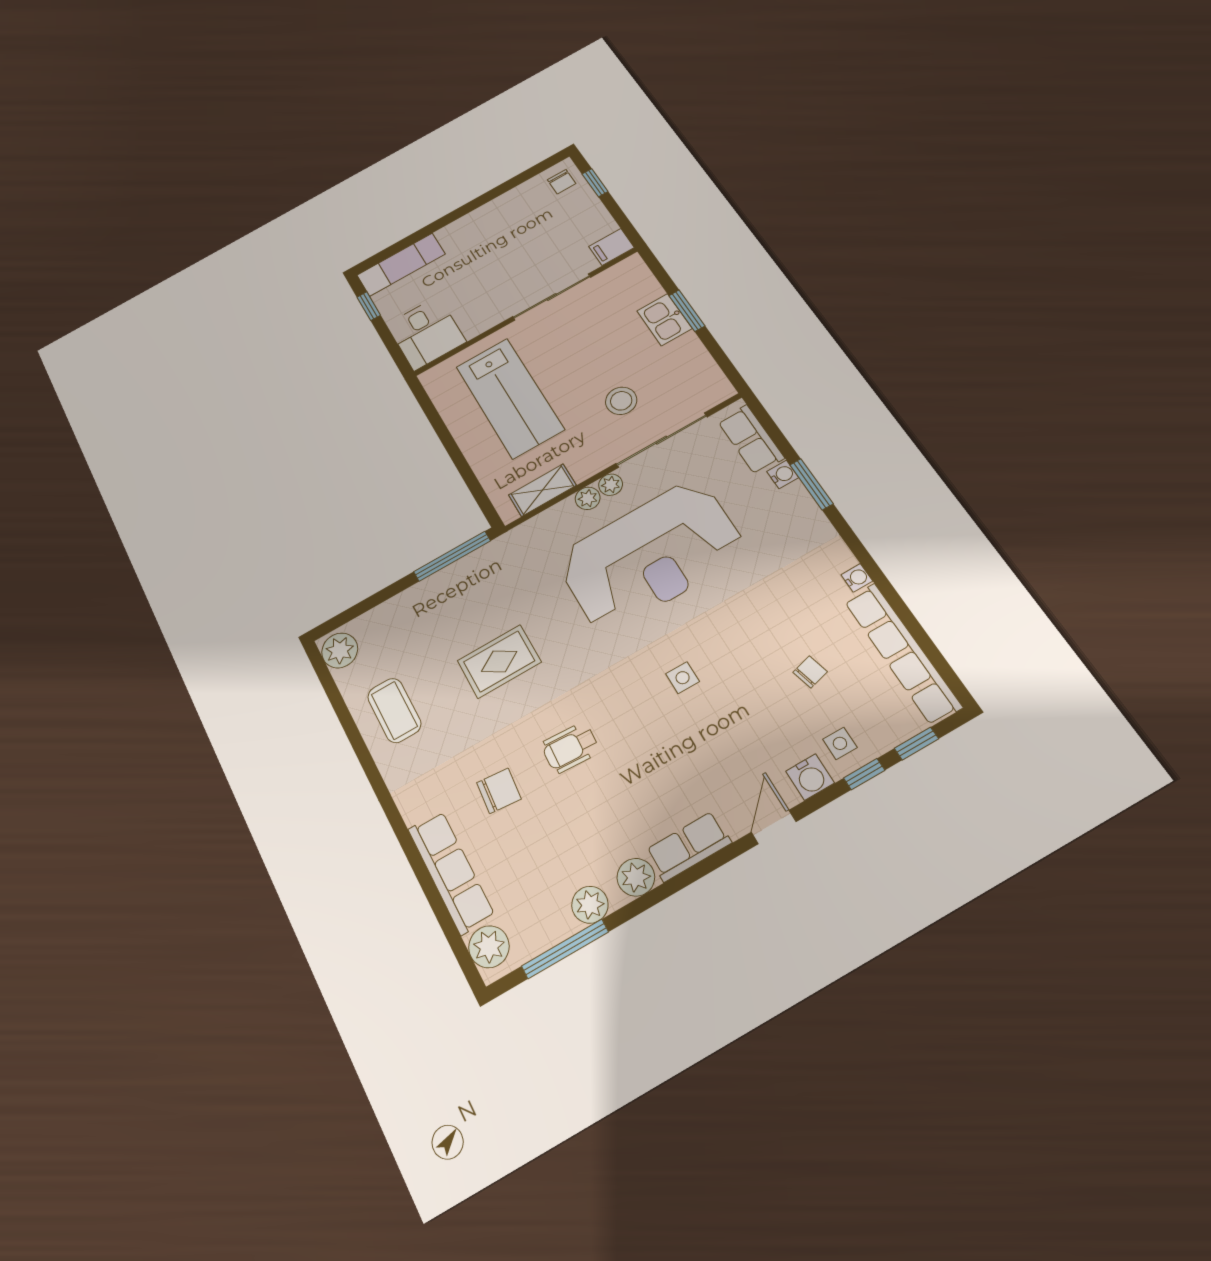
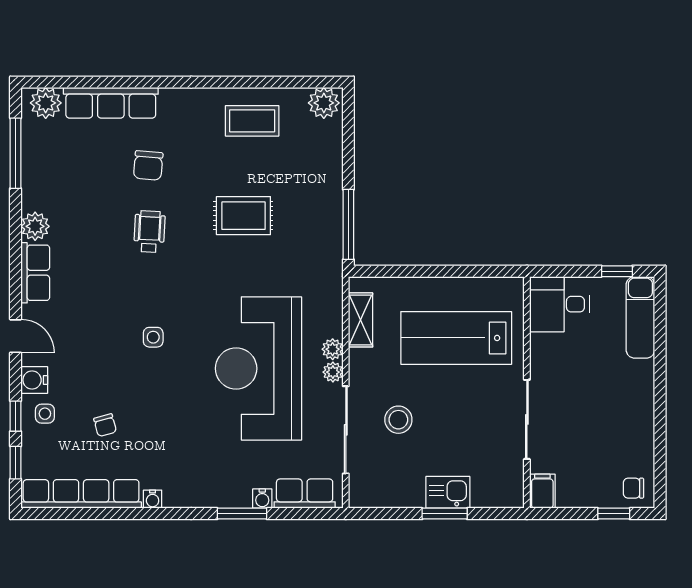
rug: (499, 661) -> (243, 216), turned 90
plant: (590, 905) -> (35, 186), removed

